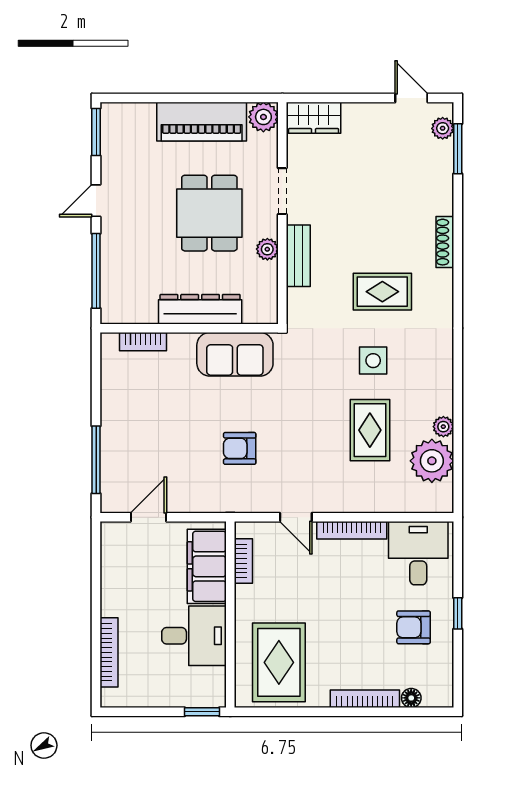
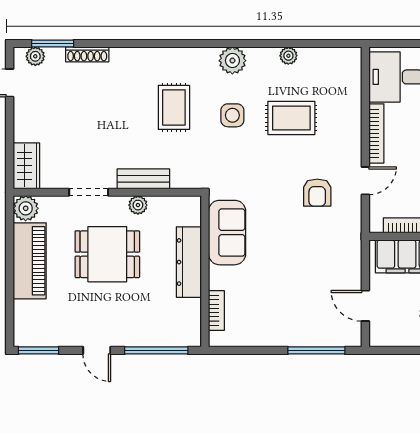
shoe rack: (445, 242) -> (87, 54), moved
armchair: (240, 448) -> (317, 193), moved
plant: (432, 461) -> (232, 61), moved, width x0.73, depth x0.73

